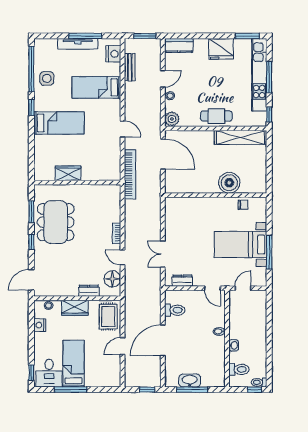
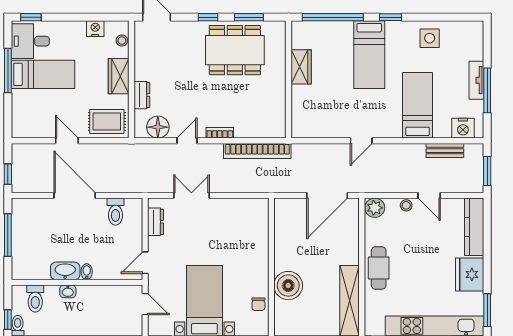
tv unit: (78, 44) -> (476, 80), width x0.71
kitchen counter: (179, 46) -> (474, 227), width x1.50
window: (31, 69) -> (333, 17), moved
bookcase: (130, 174) -> (257, 151), moved
washbasin: (190, 380) -> (65, 271), moved, turned -90

